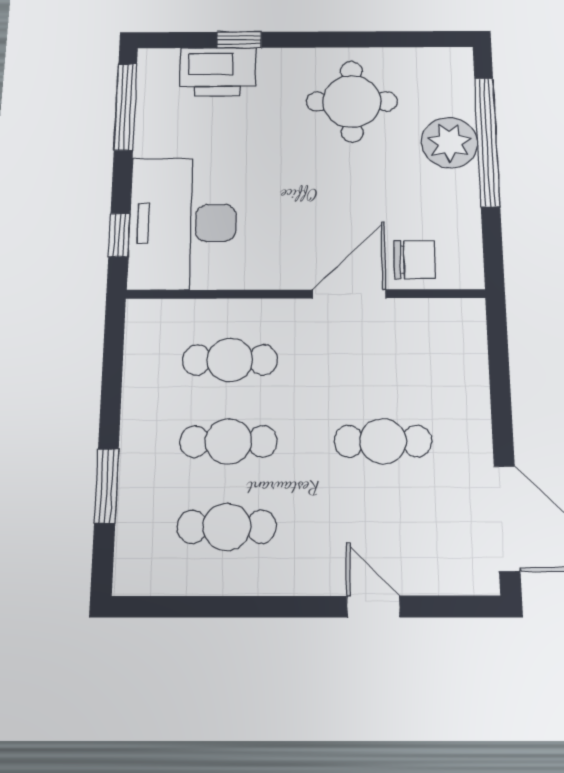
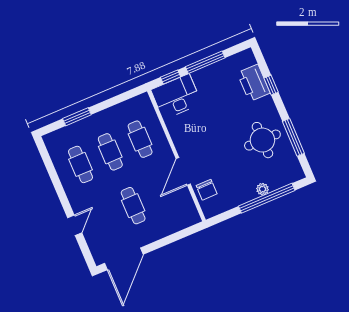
window: (374, 39) -> (293, 137), added
window: (126, 107) -> (205, 62), moved
plant: (450, 143) -> (262, 189), width x0.53, depth x0.53
desk: (183, 223) -> (176, 97), width x0.73, depth x0.77
door: (349, 294) -> (183, 171), swing flipped

